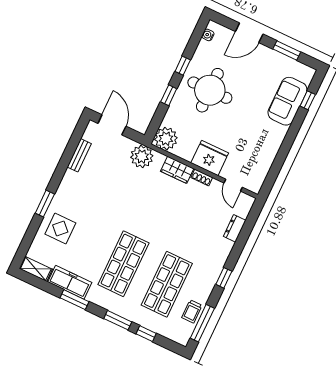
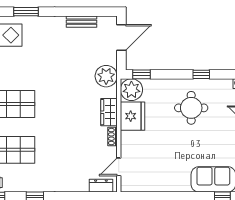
round table: (210, 90) -> (191, 108), width x0.73, depth x0.73
window: (169, 95) -> (141, 74), moved
fridge: (210, 158) -> (133, 116), moved
dresser: (235, 228) -> (101, 186), moved

